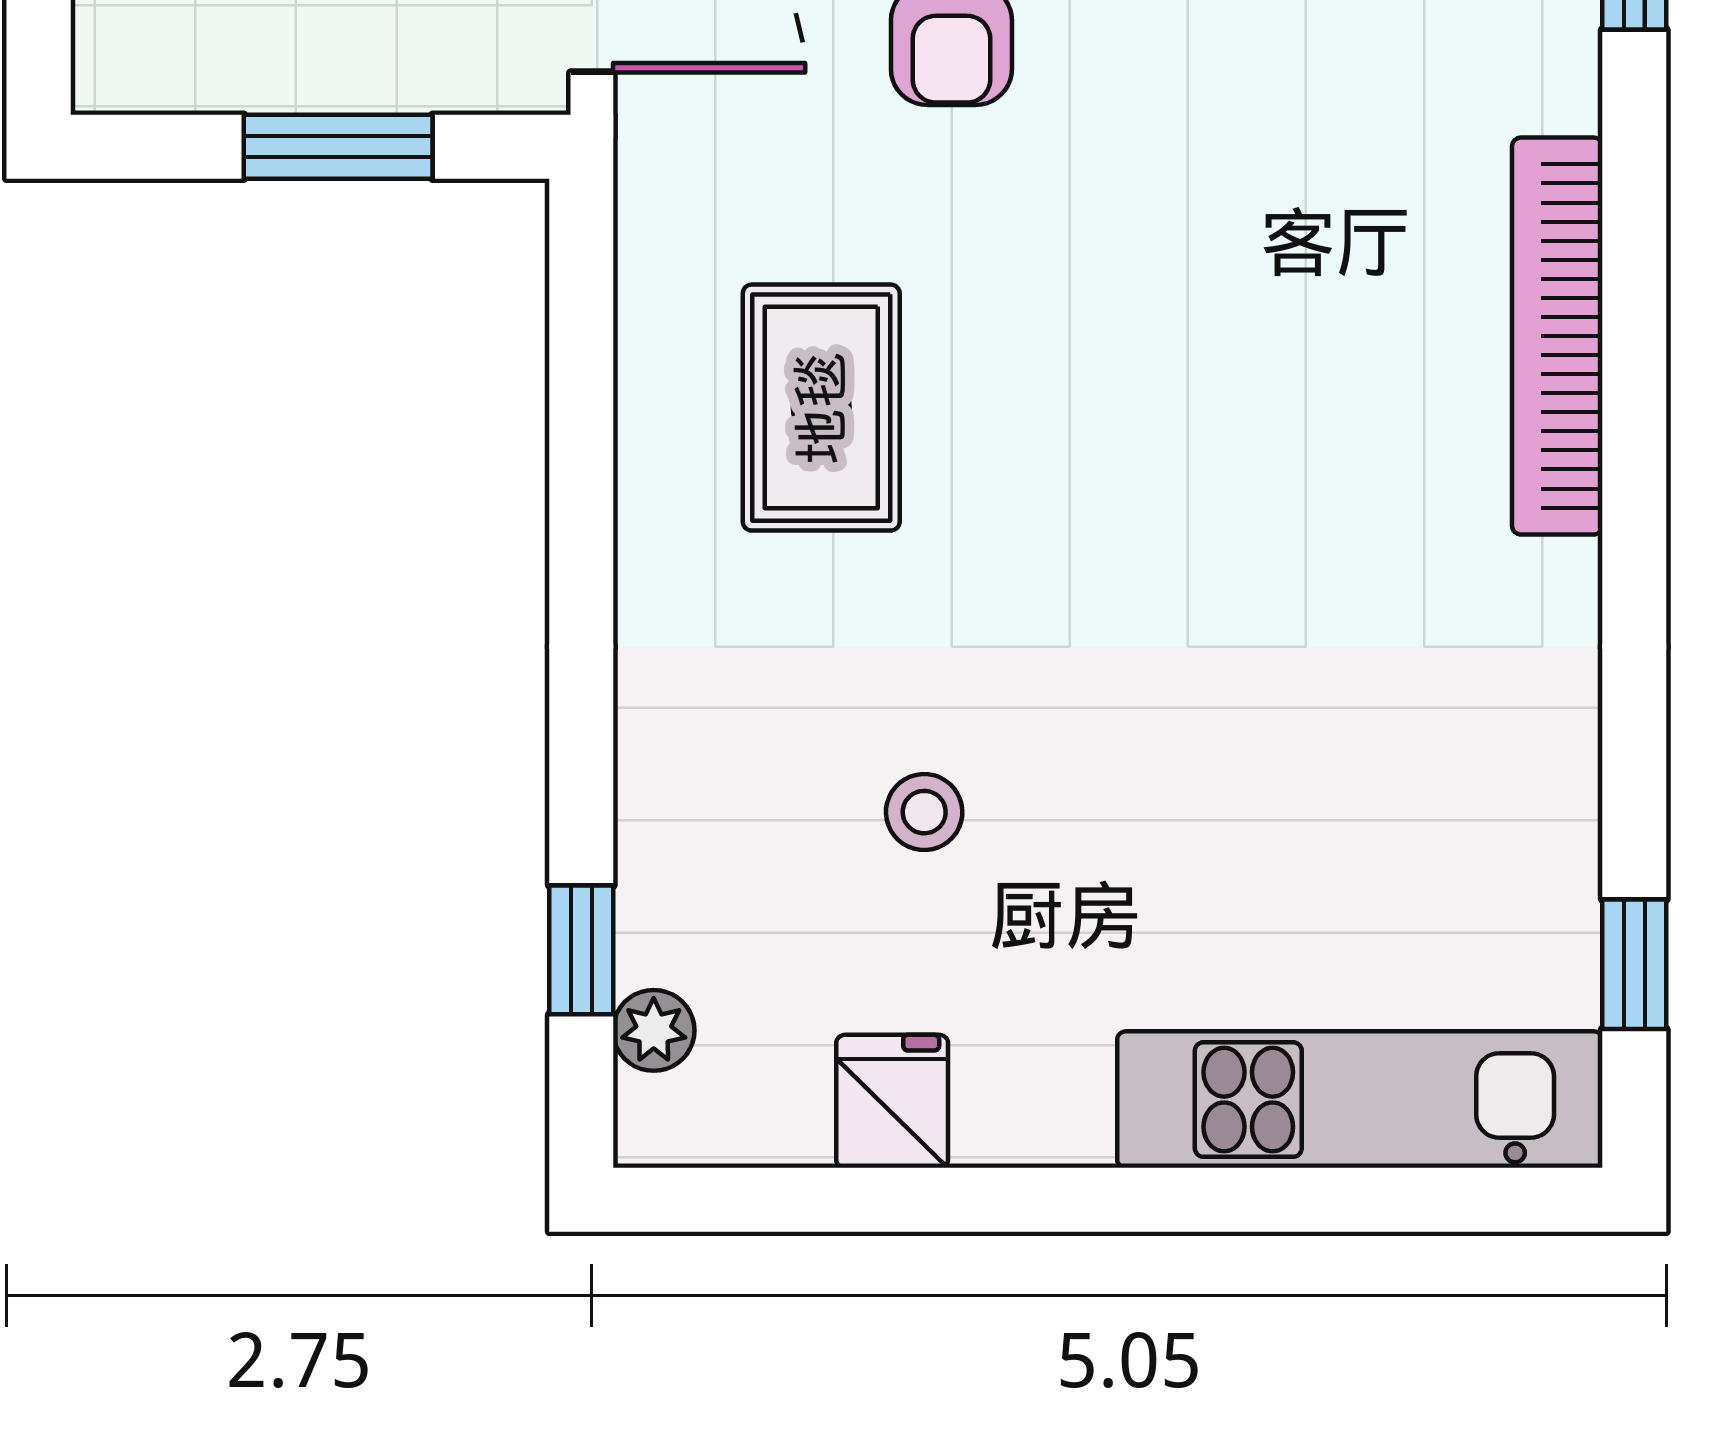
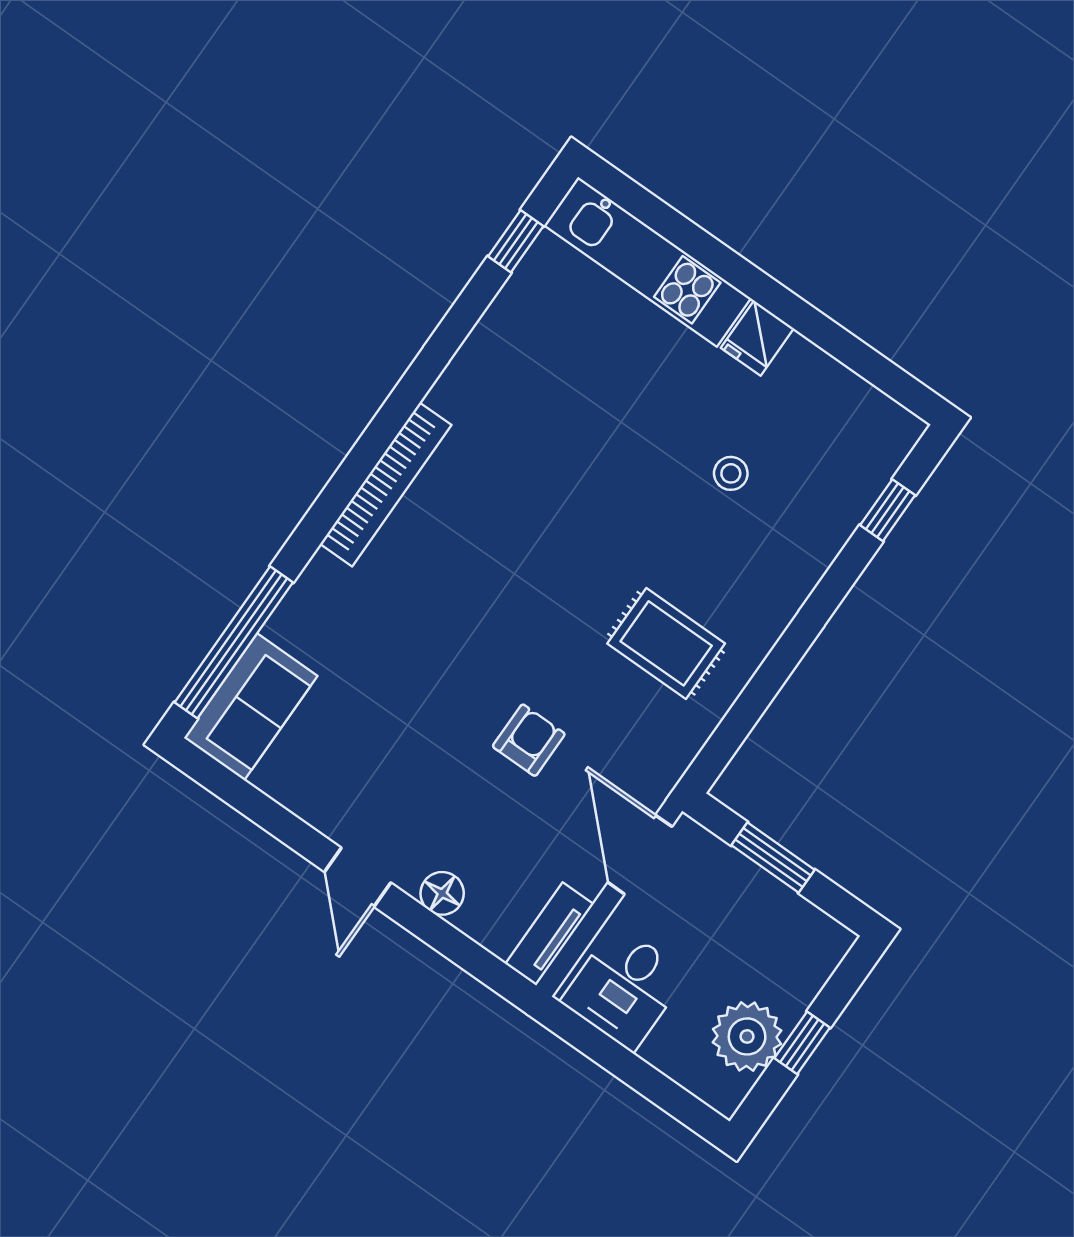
rug: (821, 408) -> (666, 643), turned 90
plant: (654, 1030) -> (882, 463), removed
fridge: (892, 1101) -> (757, 338), moved

